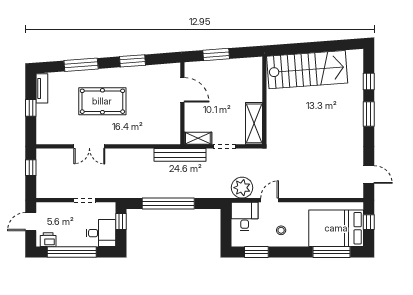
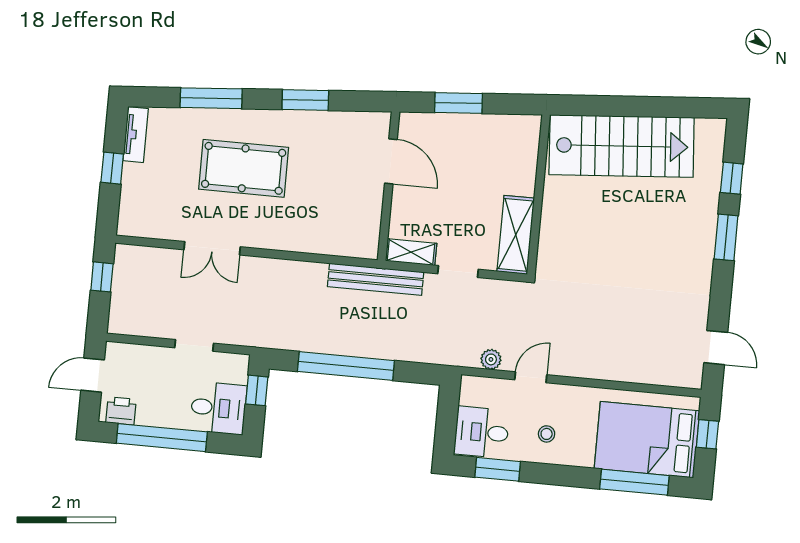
plant: (242, 188) -> (491, 359), width x0.53, depth x0.53
desk: (245, 217) -> (482, 432), moved, turned -90

